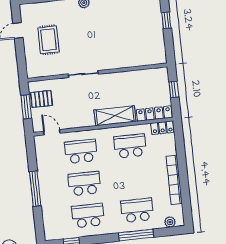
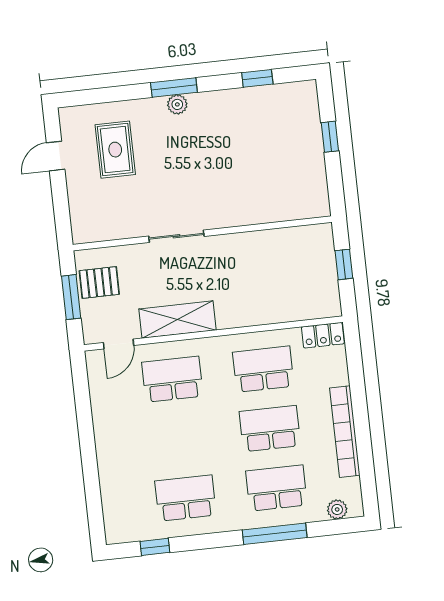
rug: (48, 40) -> (115, 150), moved
locker: (154, 114) -> (308, 309), removed
shelving: (115, 116) -> (178, 320), moved
door: (52, 132) -> (118, 344), swing flipped
school desk: (84, 183) -> (270, 429), moved
window: (35, 189) -> (88, 448), removed

